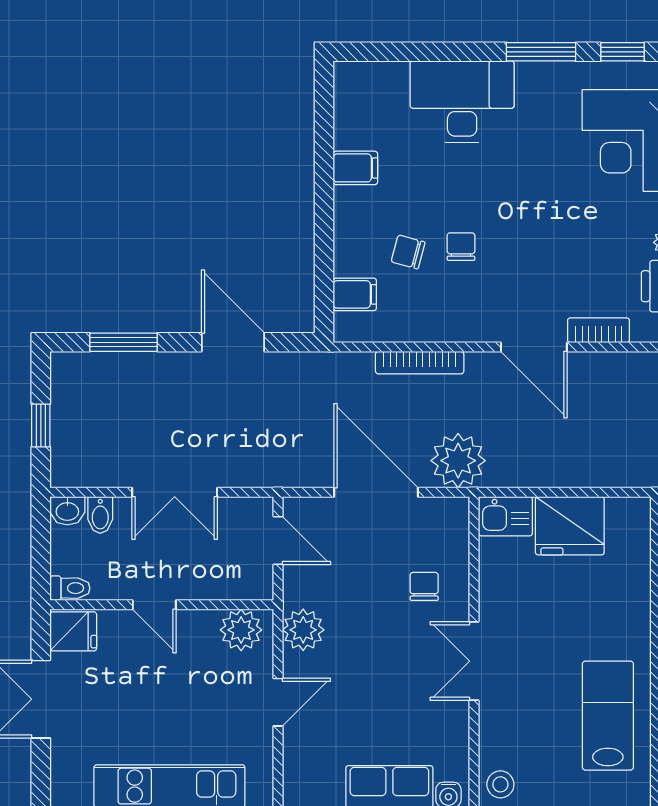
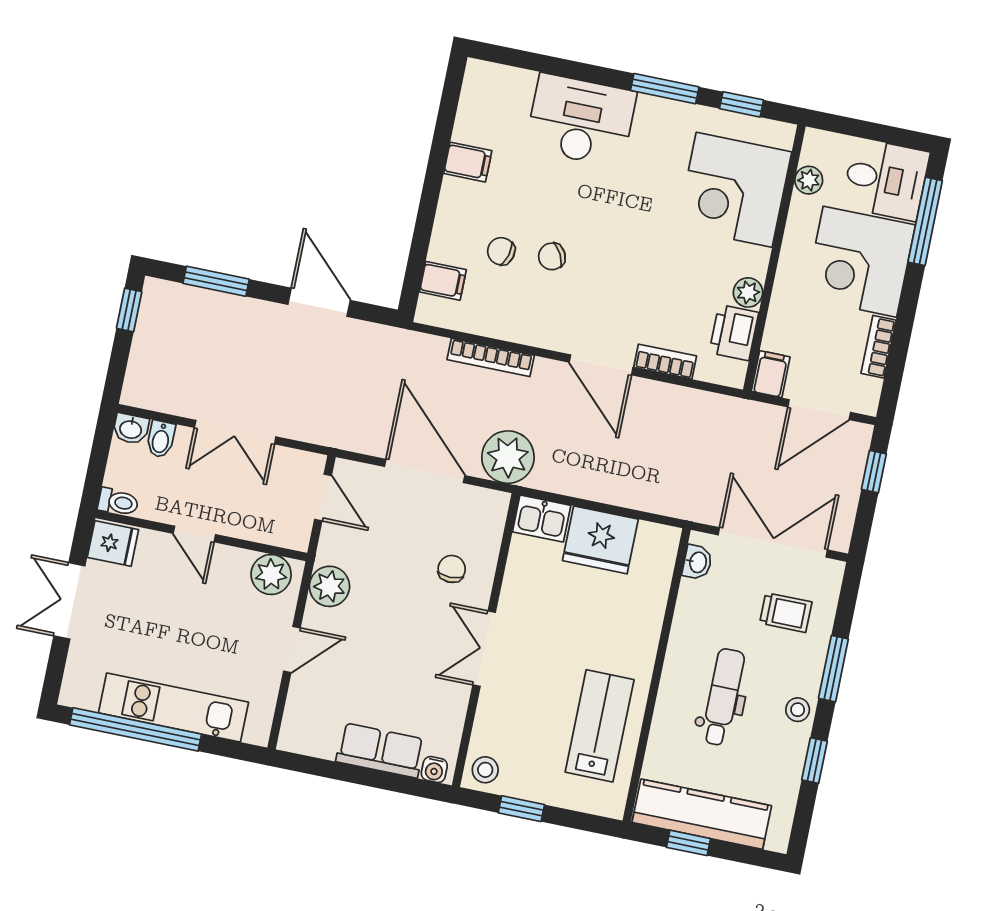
chair: (461, 247) -> (552, 256), turned -118
window: (41, 425) -> (129, 310), moved

